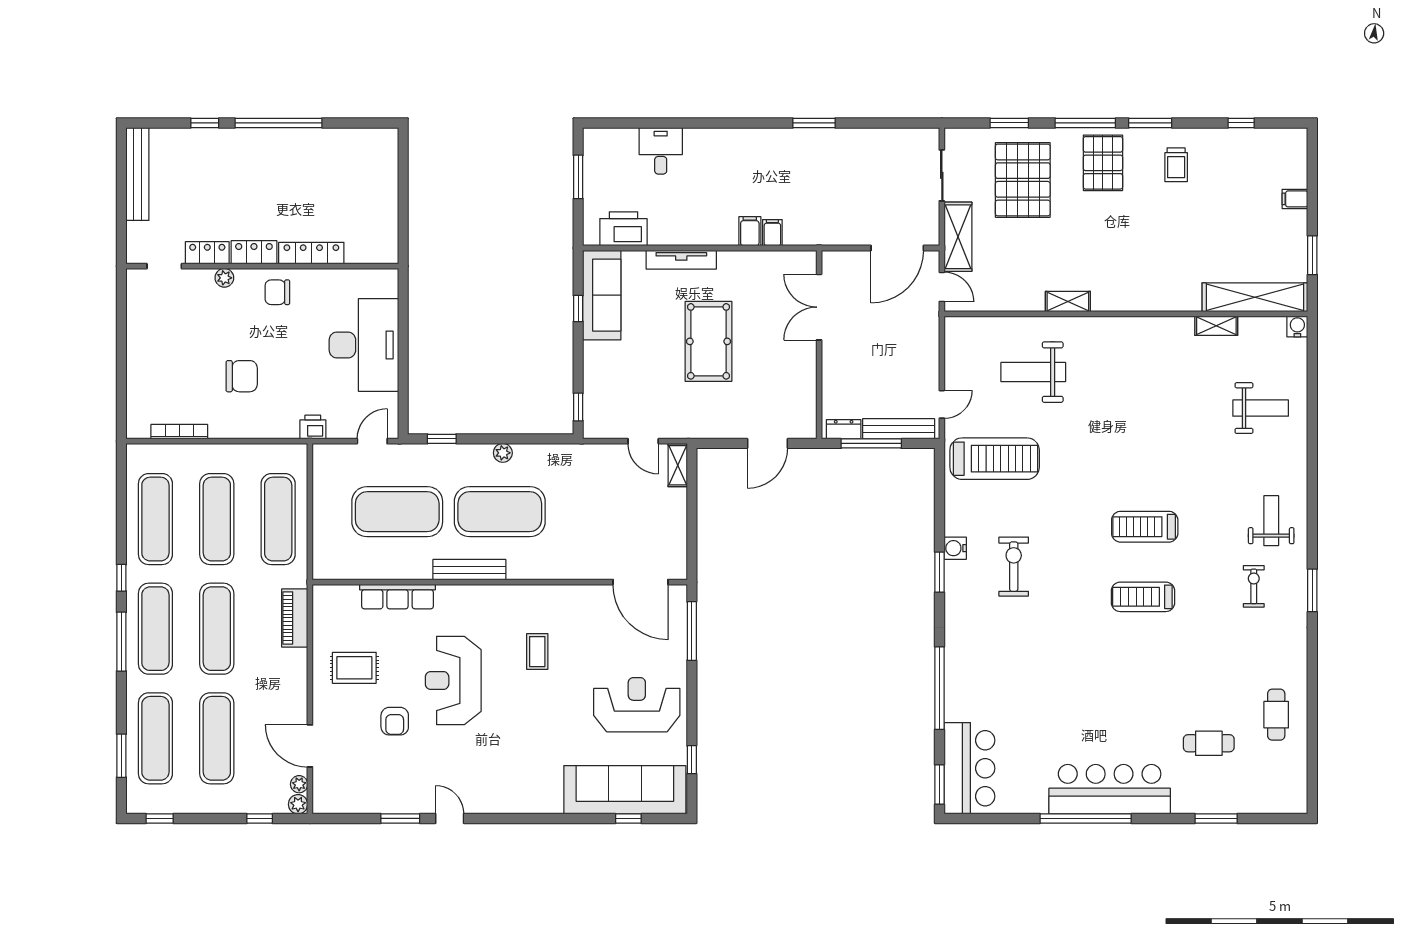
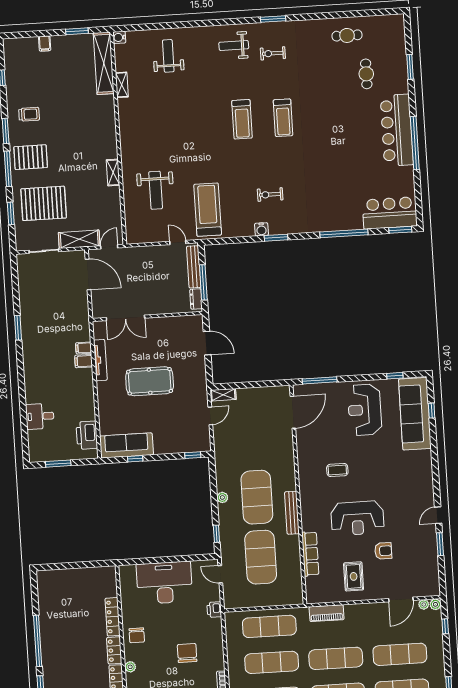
tv unit: (681, 260) -> (100, 360), moved
exercise bike: (1014, 567) -> (270, 194), width x0.73, depth x0.72

